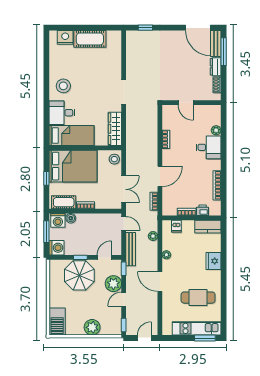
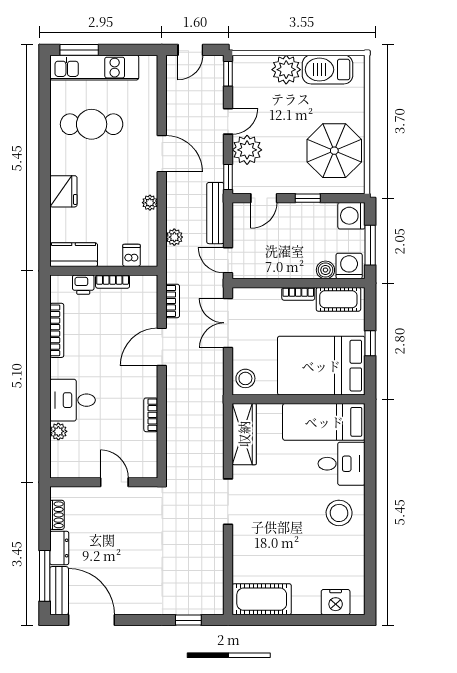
cot: (90, 39) -> (262, 599), moved
parasol: (79, 275) -> (334, 151), moved
barbecue: (57, 322) -> (327, 70), moved, turned -90

